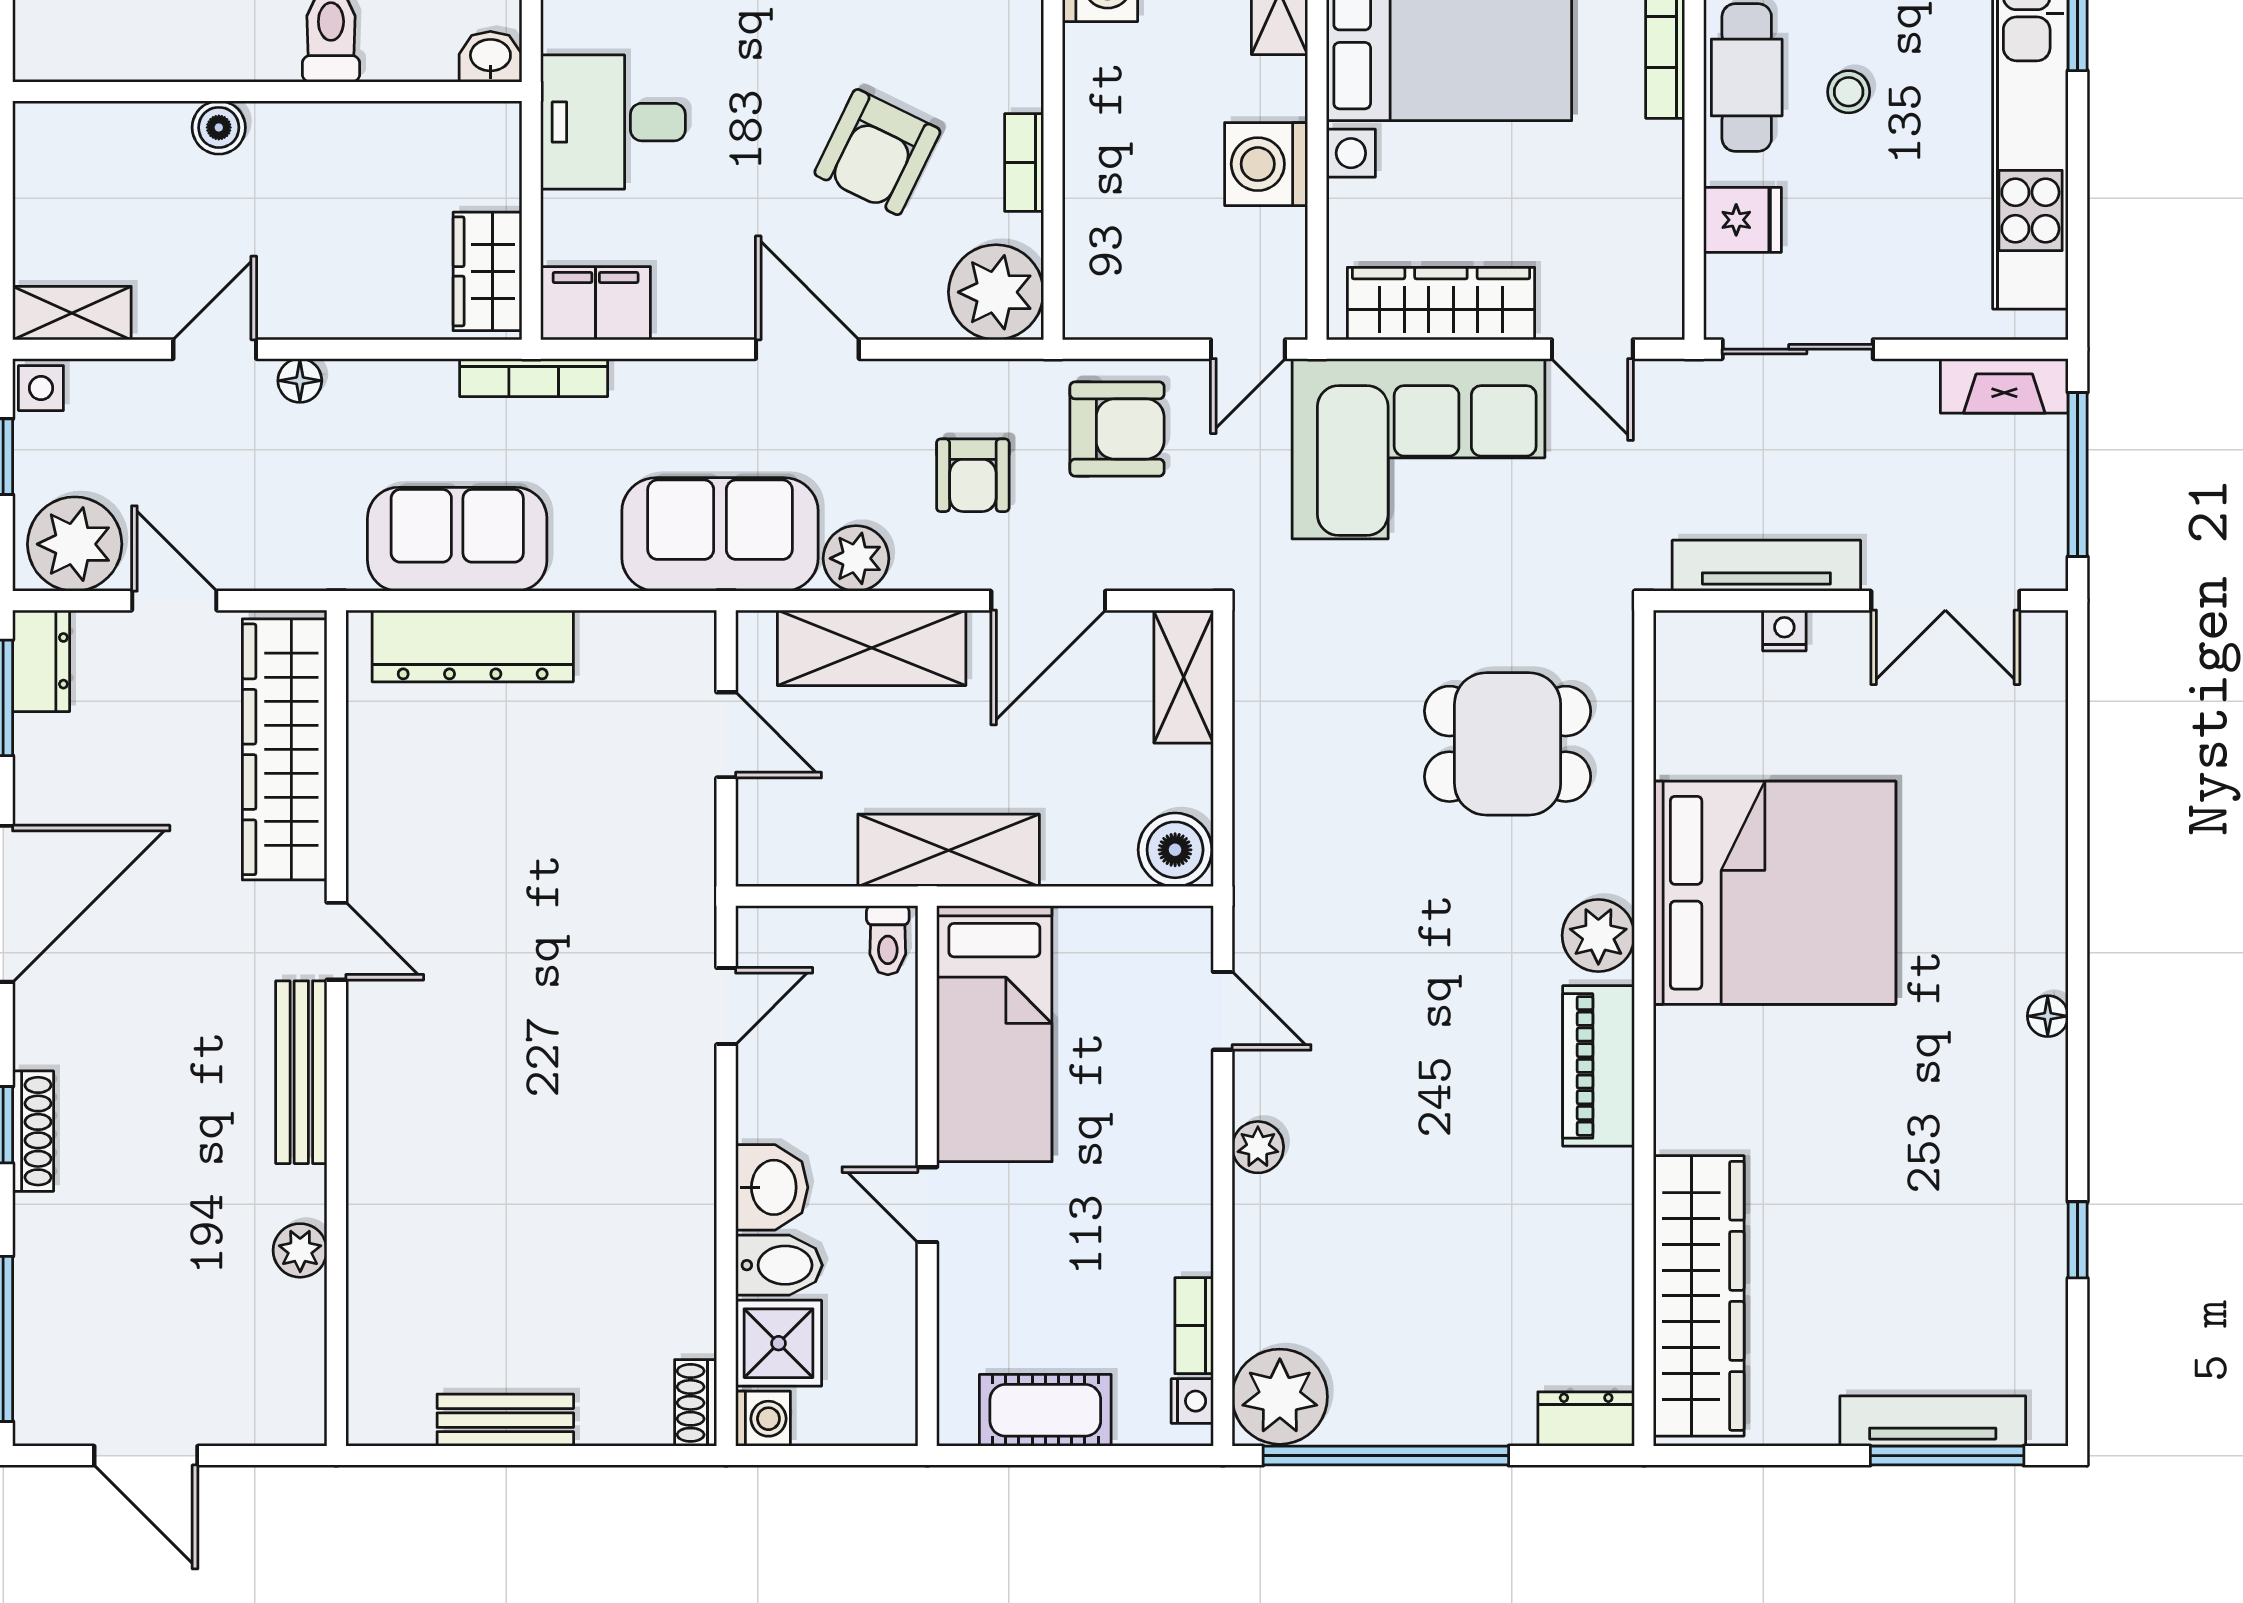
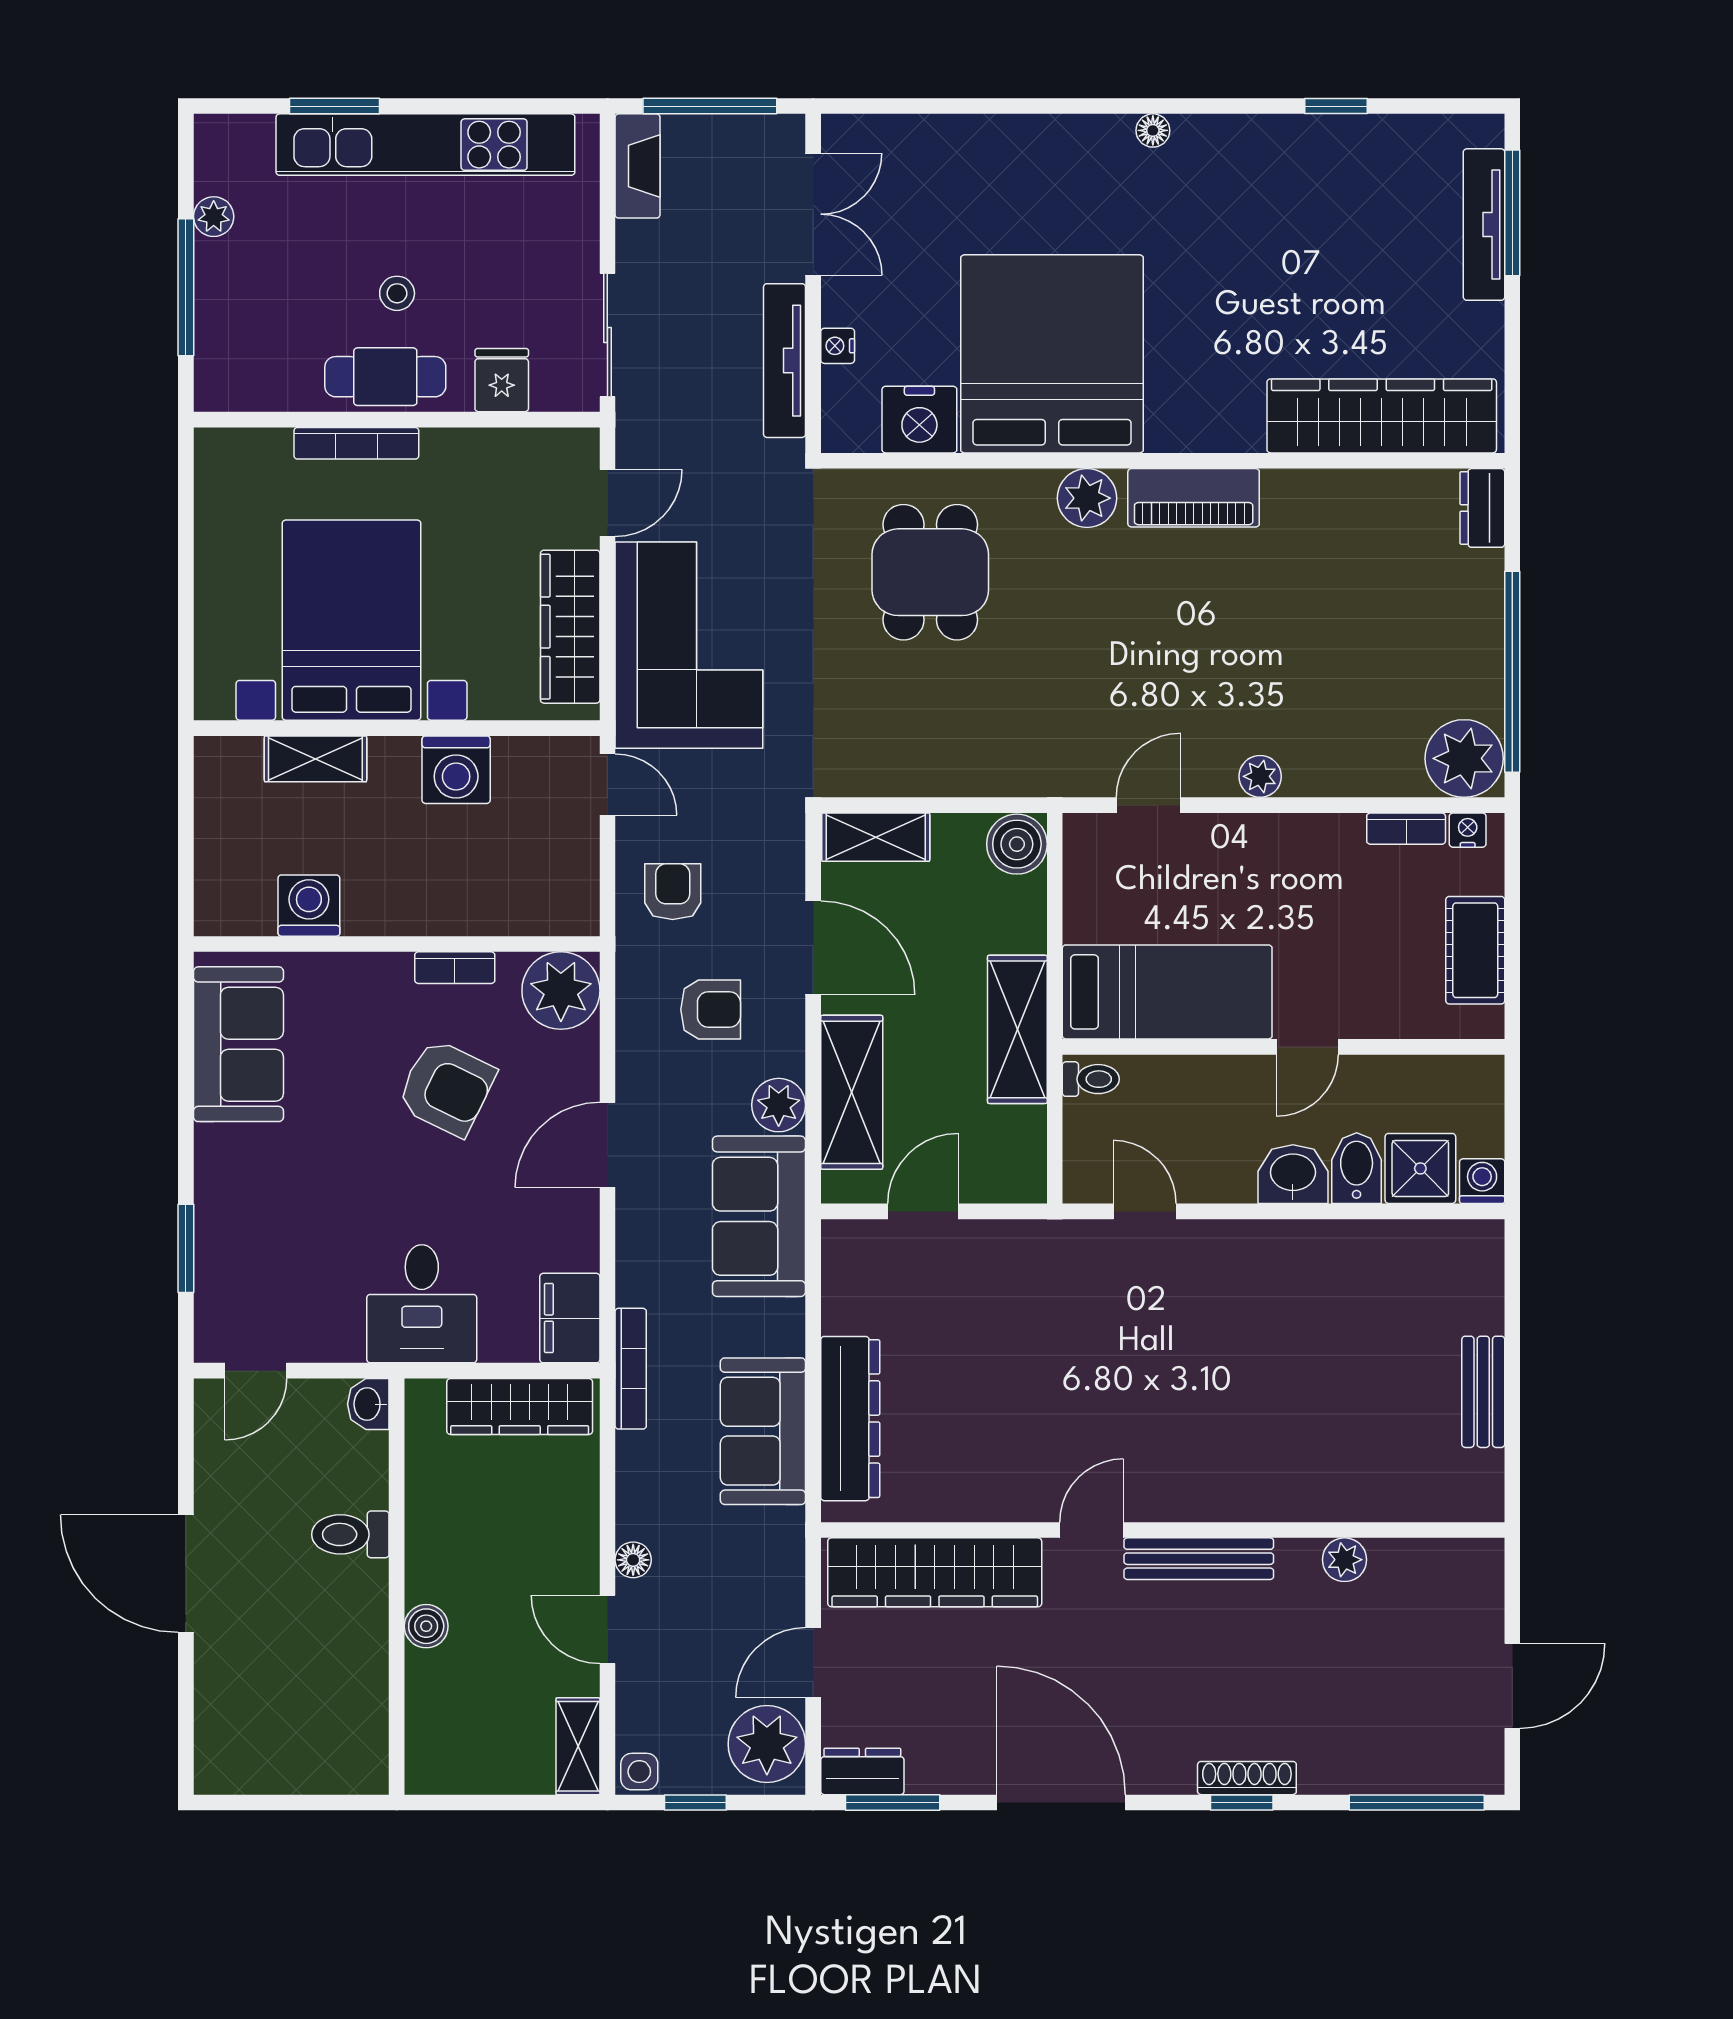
wardrobe: (487, 271) -> (520, 1406), width x1.50
armchair: (1117, 429) -> (673, 892), width x0.72, depth x0.72
nightstand: (1694, 731) -> (919, 420), added
shoe rack: (696, 1403) -> (1469, 1236), removed

